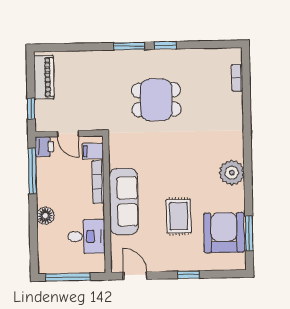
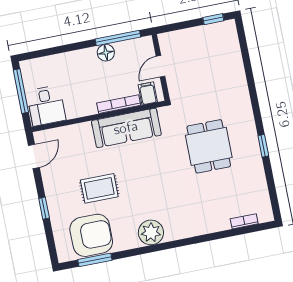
window: (129, 46) -> (256, 110), removed
piano: (44, 77) -> (211, 33), removed
window: (31, 109) -> (213, 19), moved
printer: (45, 147) -> (144, 46), removed
sofa: (124, 202) -> (126, 128), moved
floor lamp: (45, 216) -> (106, 53), moved
desk: (87, 236) -> (46, 106), moved

